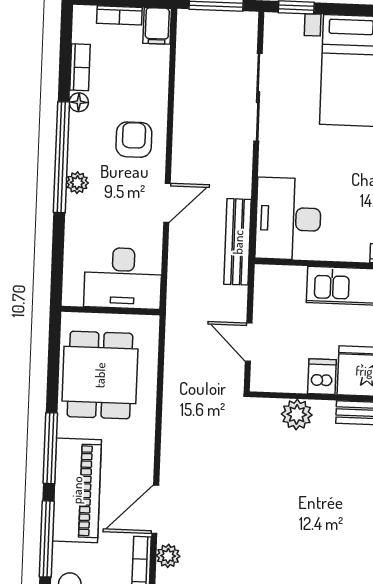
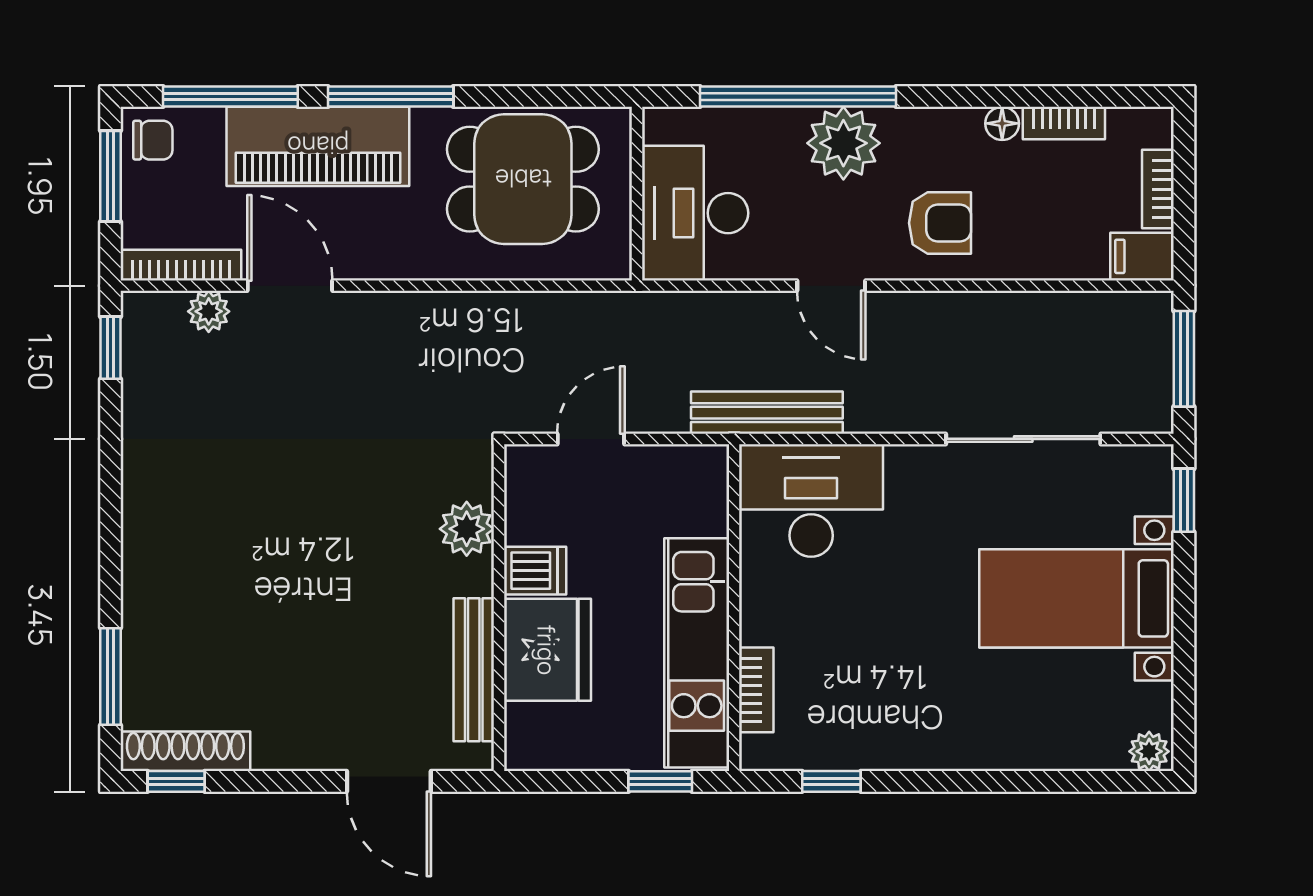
window: (61, 157) -> (798, 96), moved
plant: (77, 183) -> (843, 143), width x1.87, depth x1.87

